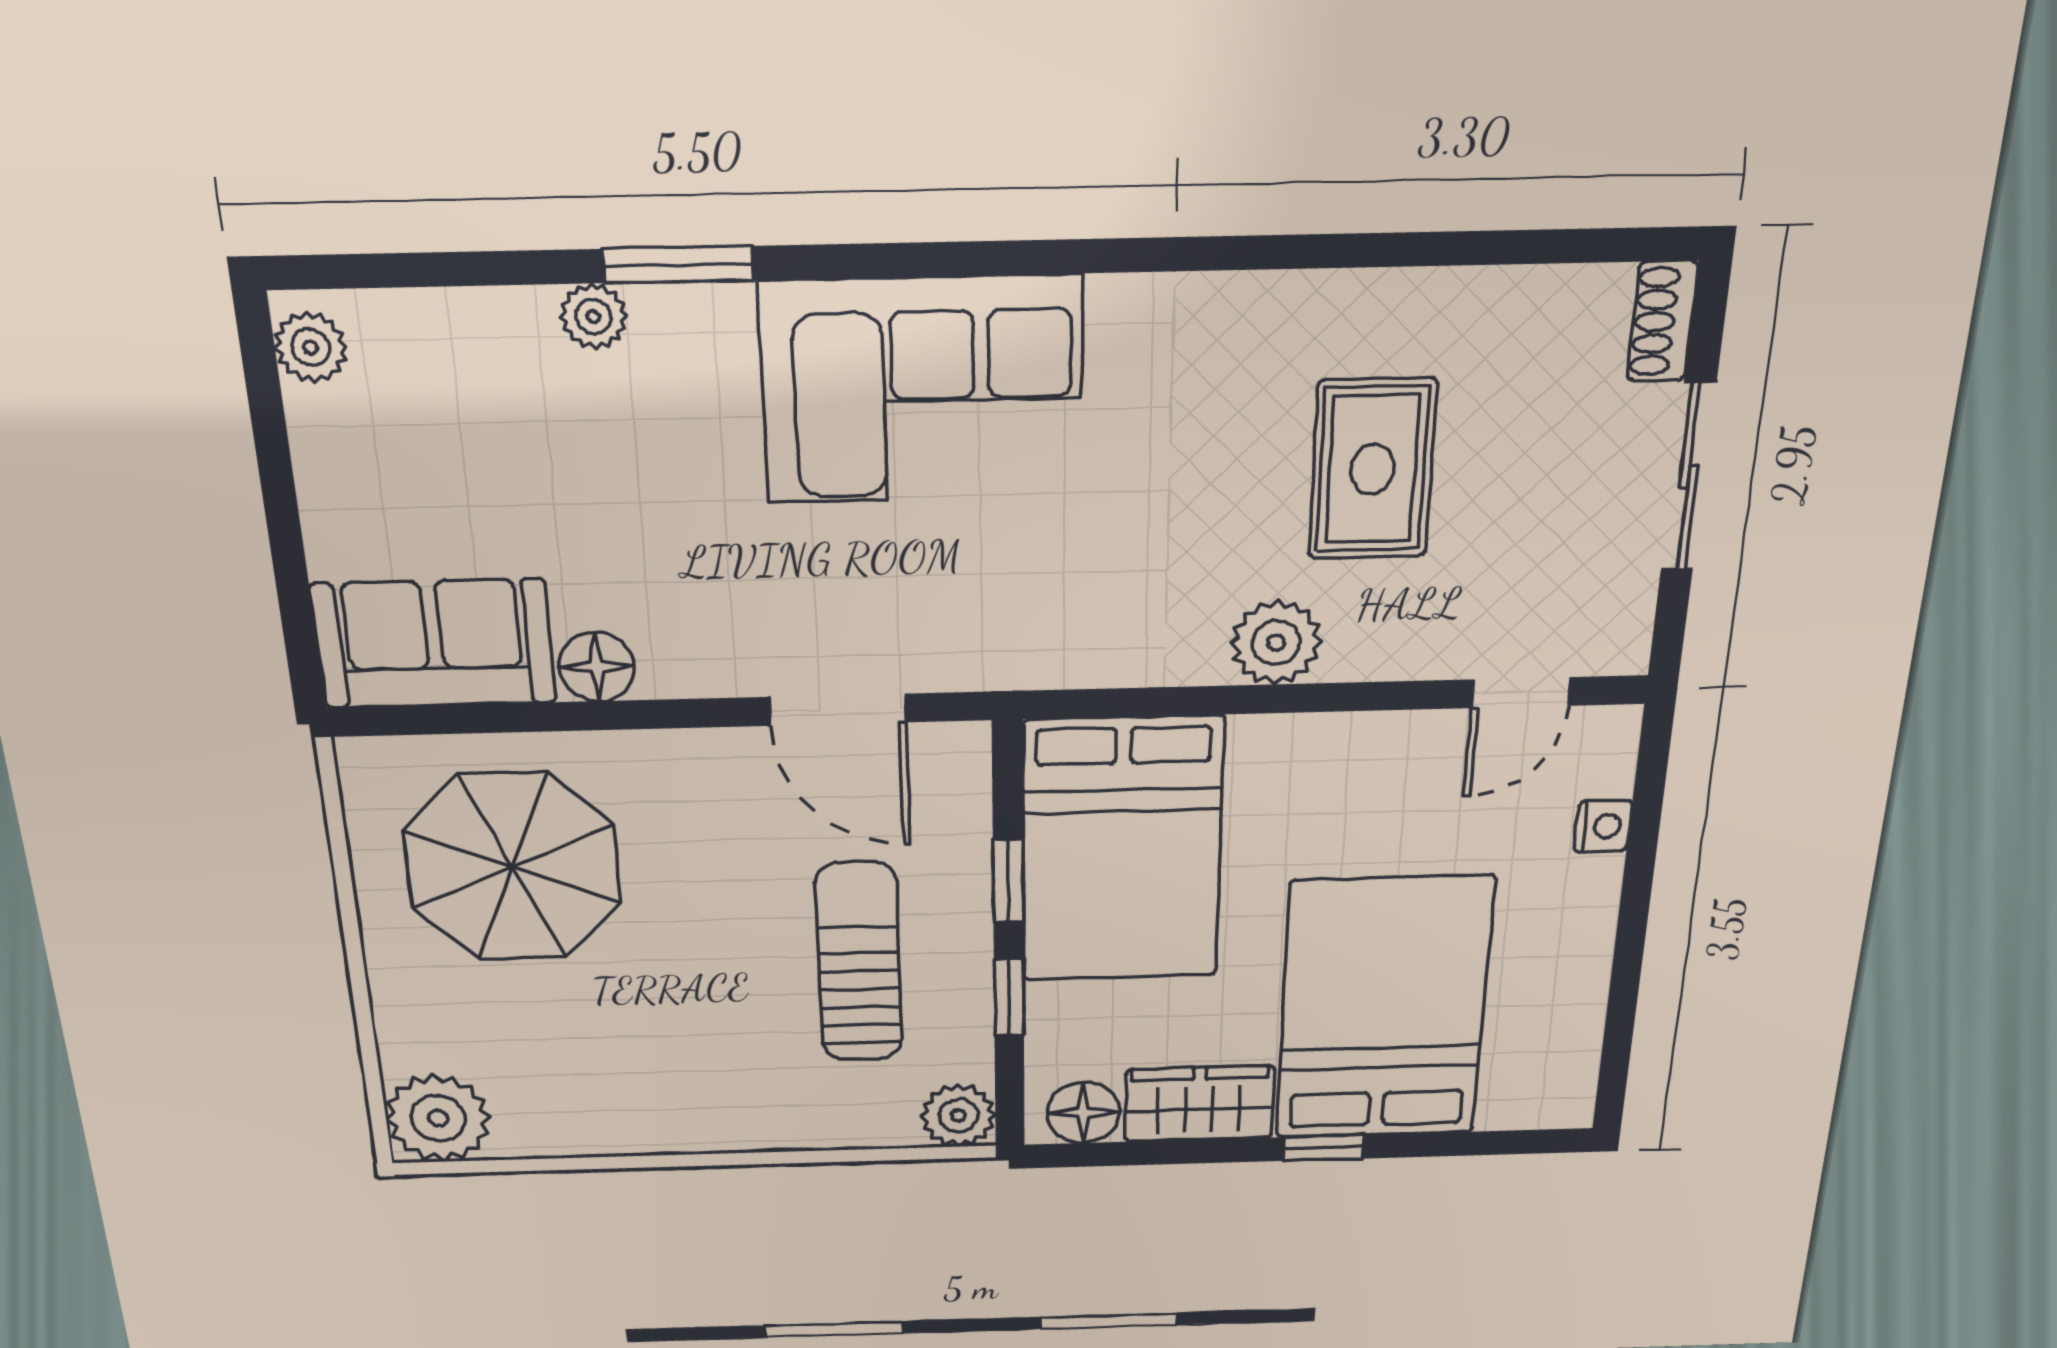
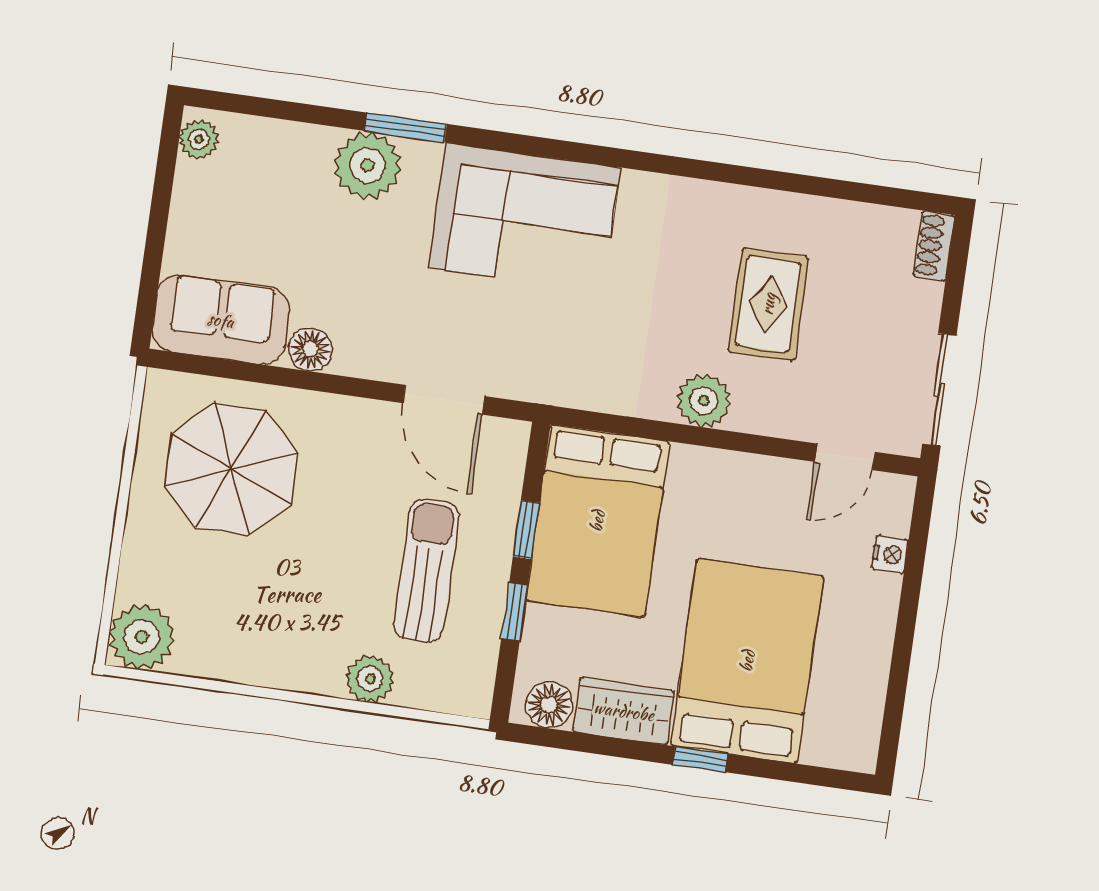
plant: (593, 317) -> (368, 166), width x1.88, depth x1.88
sliding door: (1688, 477) -> (939, 390), moved
plant: (958, 1116) -> (370, 679), moved

